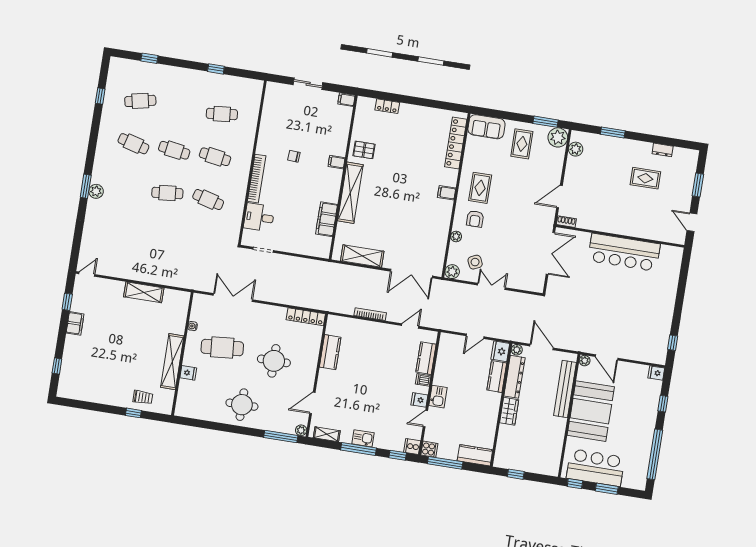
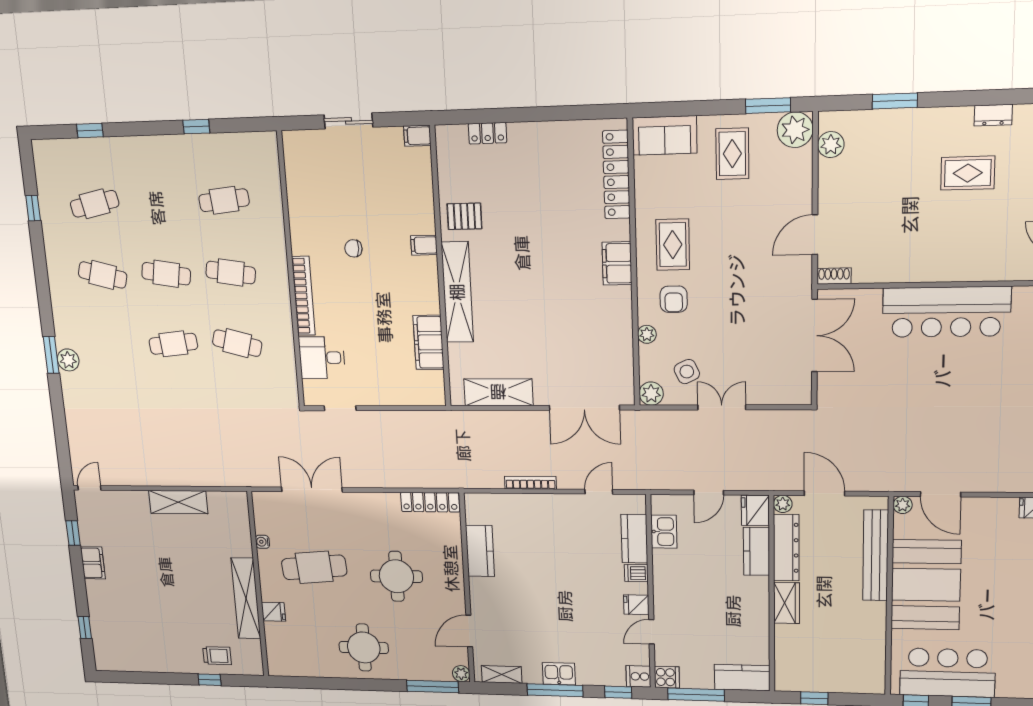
filing cabinet: (447, 193) -> (617, 263), width x2.00
kitchen sink: (438, 397) -> (664, 532), moved

